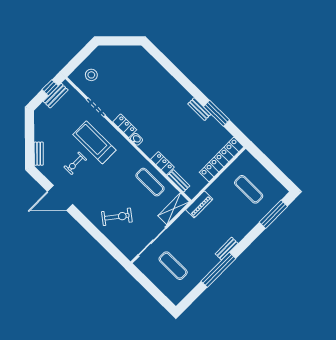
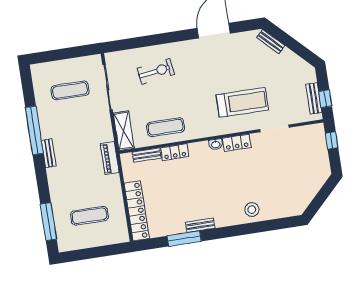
window: (75, 62) -> (332, 140), added
stool: (91, 75) -> (252, 210), moved
exercise bike: (75, 163) -> (236, 70), removed
exercise bike: (117, 217) -> (156, 71), turned -136

